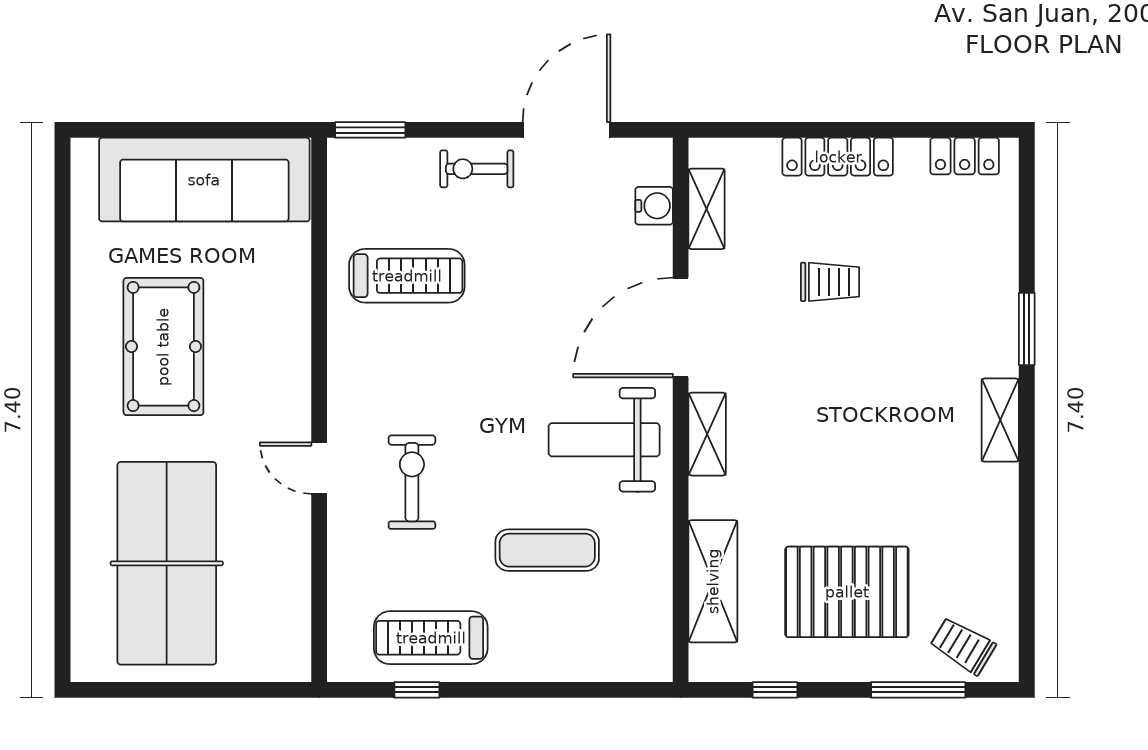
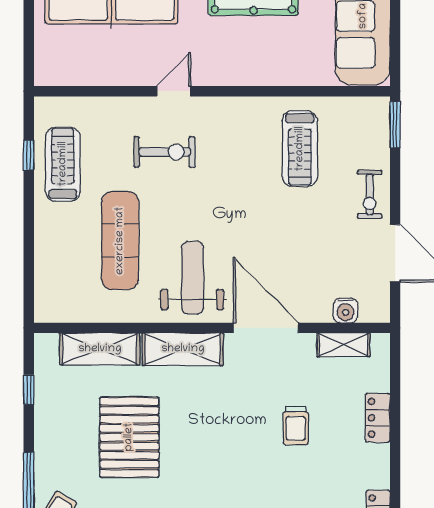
locker: (838, 157) -> (378, 418), width x0.66
exercise bike: (477, 169) -> (370, 194), turned 180
shelving: (707, 434) -> (183, 349), width x1.50, depth x1.33
exercise mat: (547, 550) -> (120, 241), width x1.36, depth x1.45
pallet: (847, 592) -> (129, 437), moved

